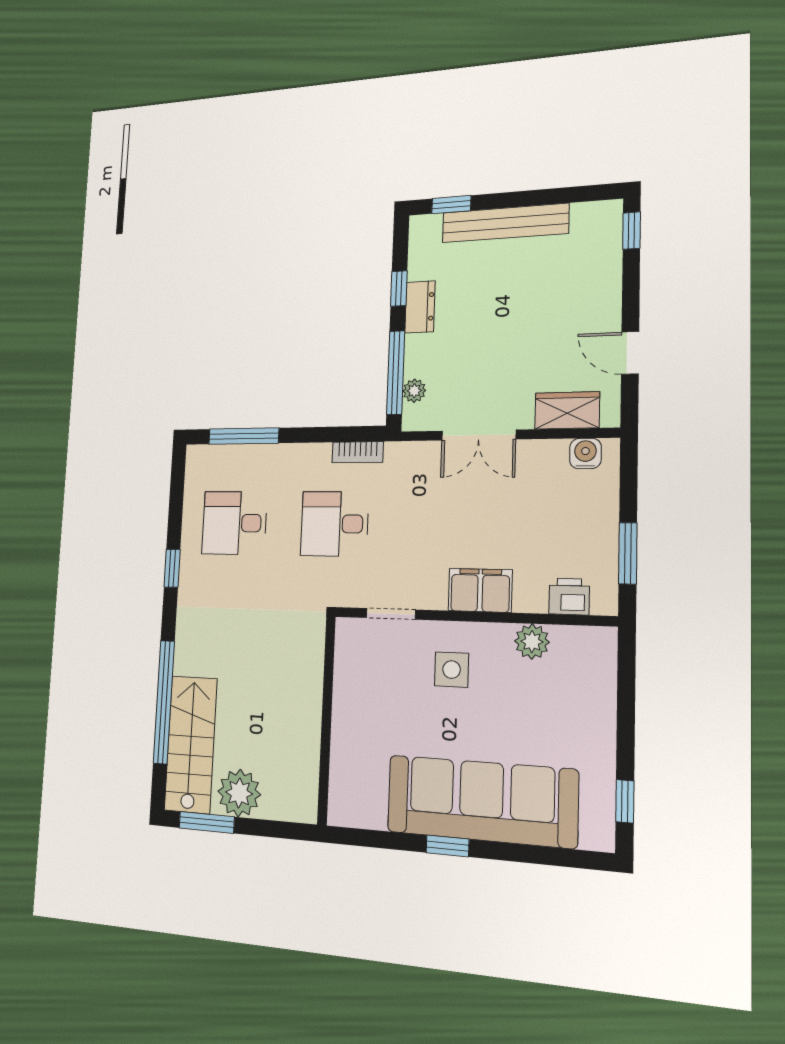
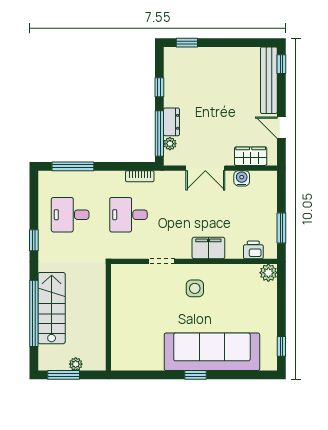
bench: (505, 223) -> (269, 80), moved, turned 90
dresser: (420, 307) -> (171, 122), moved
water cooler: (585, 453) -> (242, 178), moved
plant: (532, 642) -> (268, 273), moved
wall: (326, 720) -> (108, 317), moved
stairs: (191, 744) -> (52, 308), moved
plant: (239, 793) -> (76, 364), width x0.53, depth x0.53

